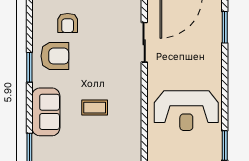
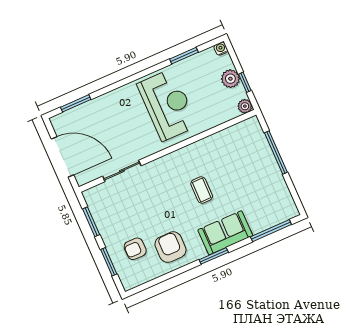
armchair: (68, 23) -> (135, 249), turned 180
window: (29, 67) -> (214, 256), moved

